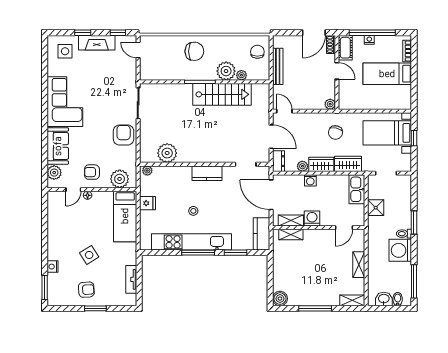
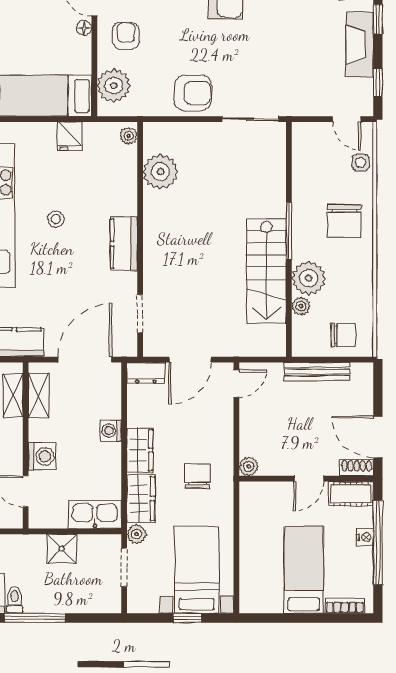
side table: (162, 42) -> (361, 163), added
door: (138, 50) -> (347, 119), swing flipped
chair: (335, 132) -> (198, 476), turned 77
plant: (302, 166) -> (136, 534), moved
washing machine: (312, 218) -> (42, 456), moved
window: (414, 223) -> (35, 618), width x1.44

